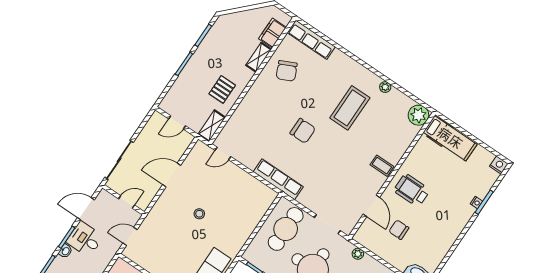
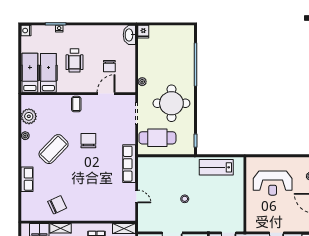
row of seats: (311, 40) -> (27, 179), moved, width x0.68
coffee table: (350, 108) -> (54, 149), turned -46
plant: (418, 115) -> (29, 116), moved
chair: (303, 131) -> (88, 141), moved
door: (223, 153) -> (137, 196), moved
hospital bed: (436, 158) -> (48, 73), added
wheelchair: (412, 190) -> (74, 60), moved

